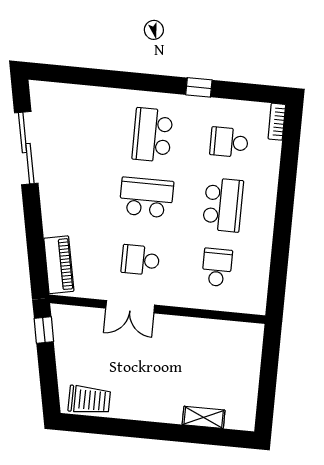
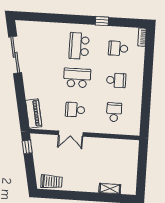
school desk: (223, 205) -> (116, 80), width x0.54

